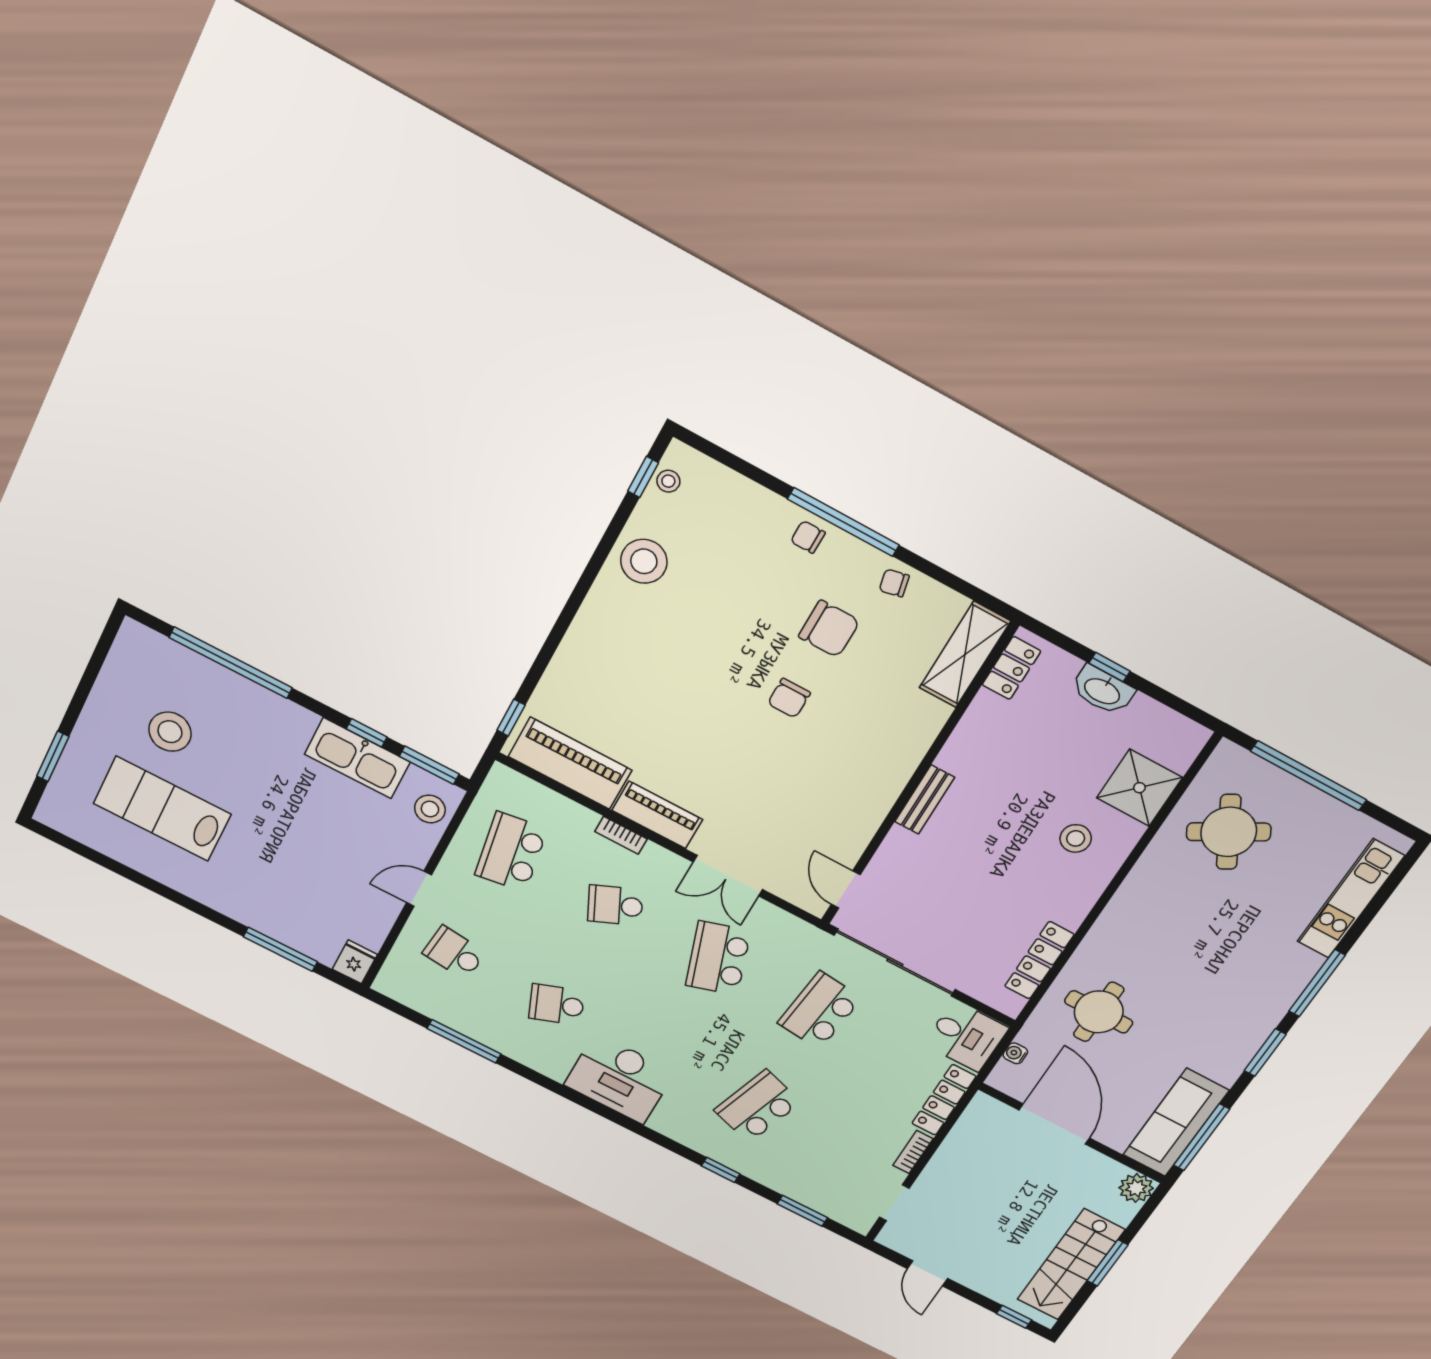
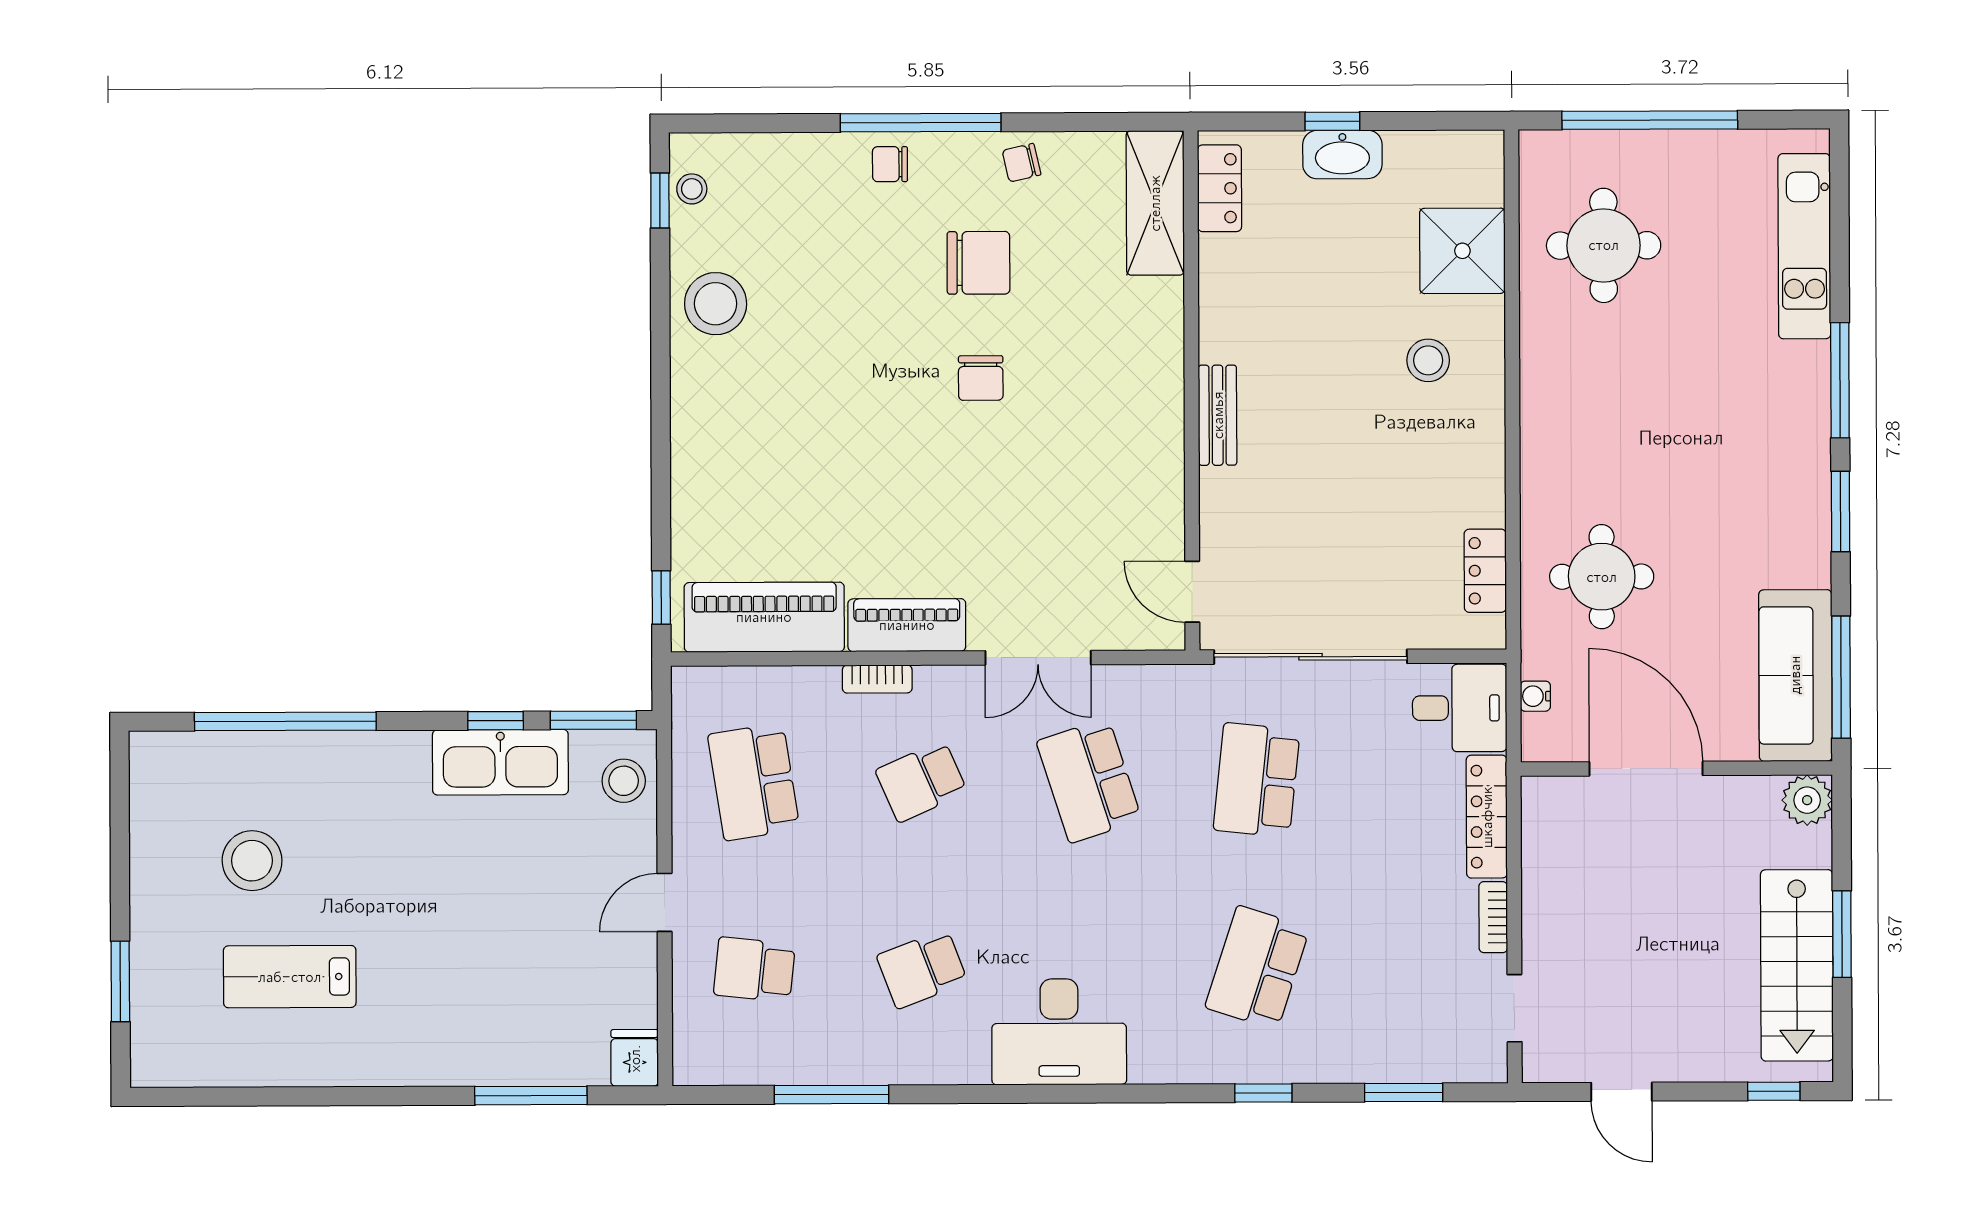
lab bench: (162, 809) -> (290, 977), width x0.73, depth x0.72
round table: (1229, 832) -> (1604, 245), turned 30
locker: (1039, 960) -> (1485, 571), width x0.66

